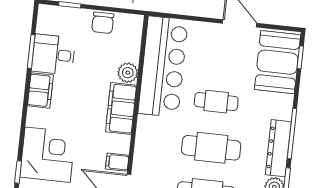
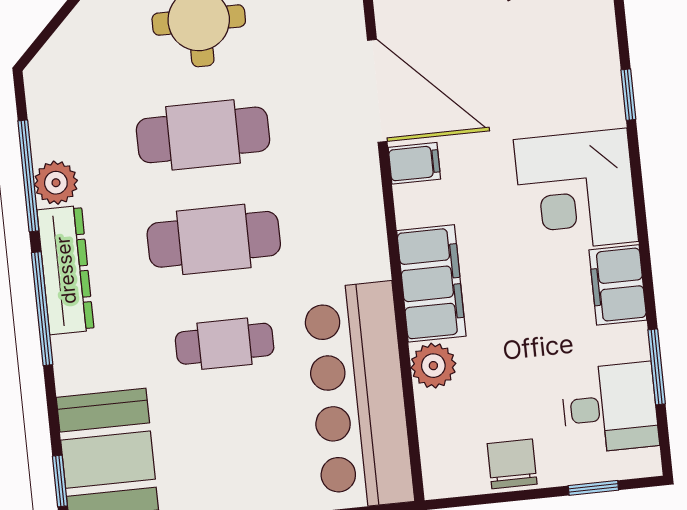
desk: (53, 55) -> (610, 408), moved
corner desk: (48, 155) -> (576, 190), moved

